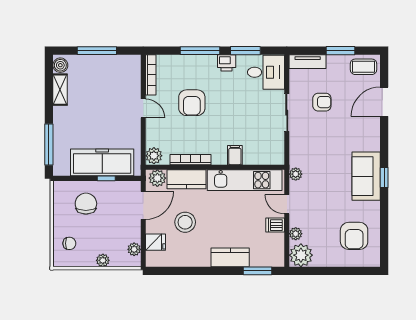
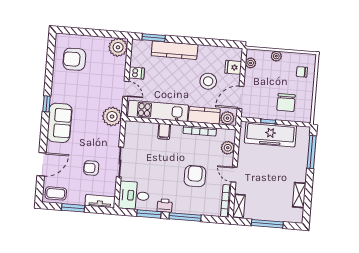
boiler: (60, 65) -> (297, 215), removed
shelving: (134, 70) -> (239, 206), added
plant: (154, 156) -> (228, 148), moved
plant: (296, 174) -> (112, 116), width x1.88, depth x1.88
sofa: (366, 176) -> (60, 123), moved
plant: (296, 234) -> (121, 65), removed
armchair: (354, 236) -> (74, 59), turned -90
kitchen counter: (230, 257) -> (175, 50), width x1.50

